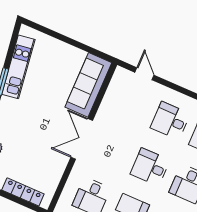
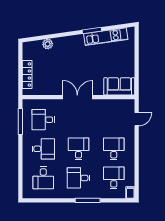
sofa: (88, 85) -> (119, 86), width x0.73

